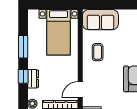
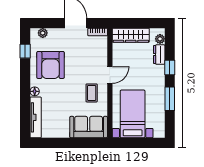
dresser: (33, 79) -> (159, 55), moved
door: (80, 90) -> (110, 75), moved

